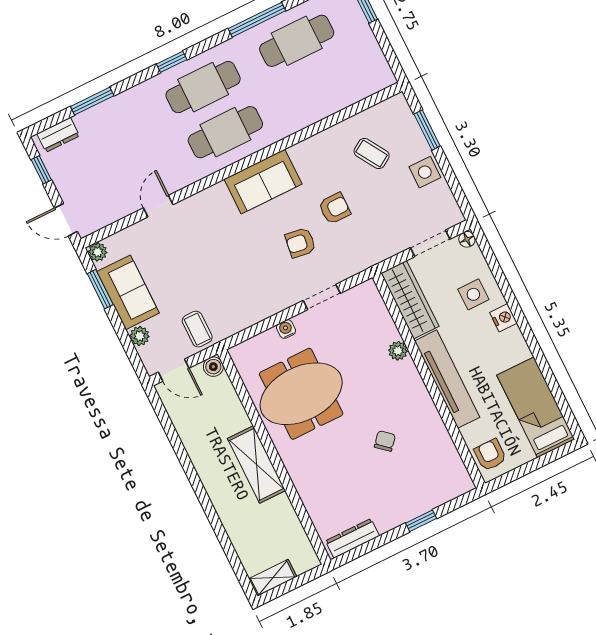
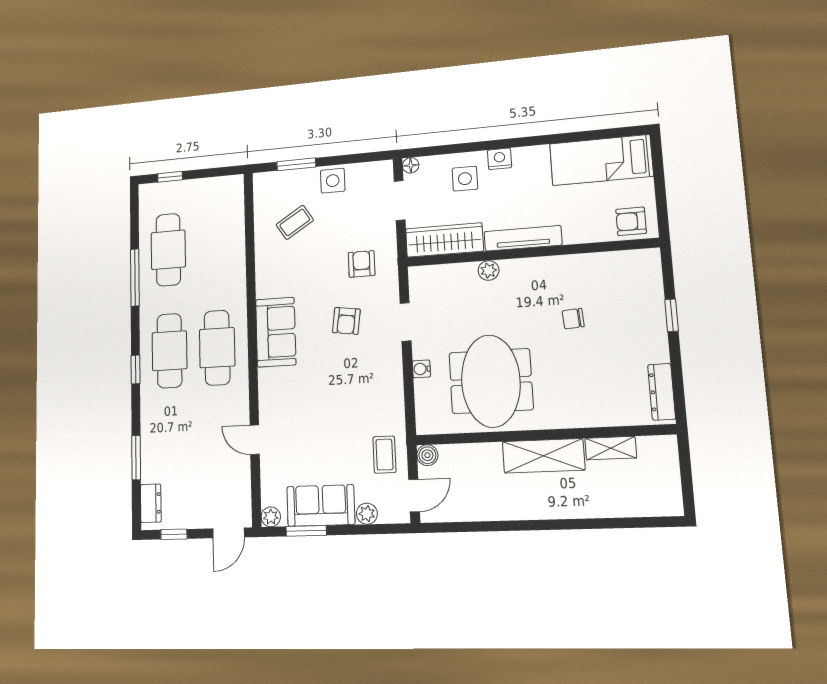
armchair: (335, 208) -> (362, 264), moved
coffee table: (197, 329) -> (384, 455), turned 90
tv unit: (447, 379) -> (523, 238), width x0.73, depth x0.78
chair: (385, 441) -> (573, 319), turned -45
shelving: (273, 578) -> (611, 448), moved, turned 90

